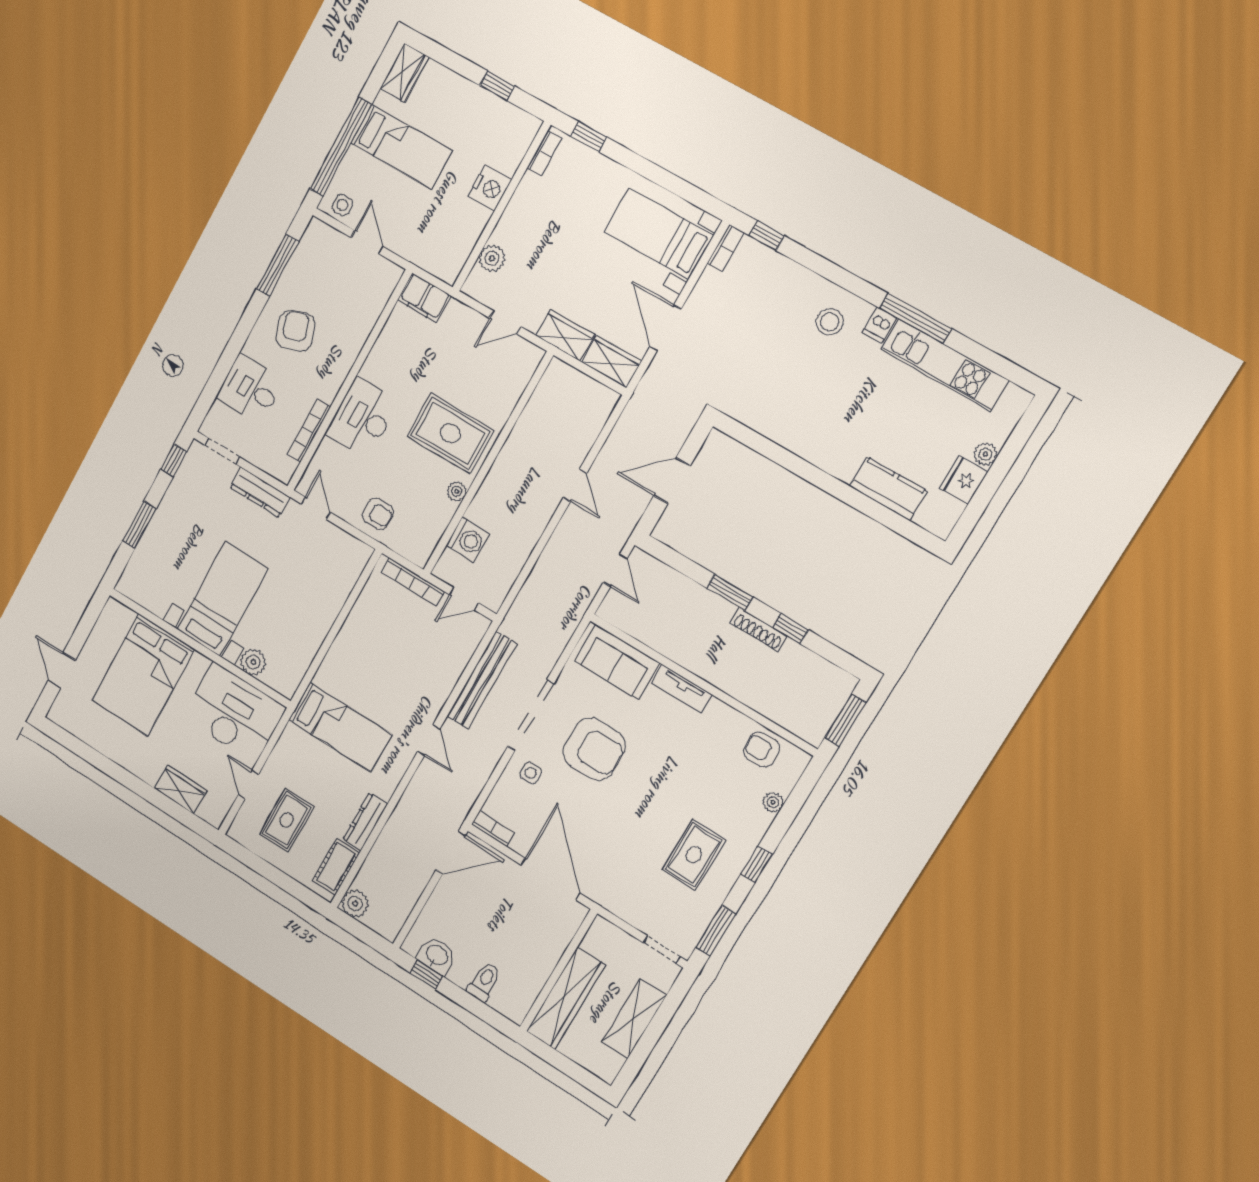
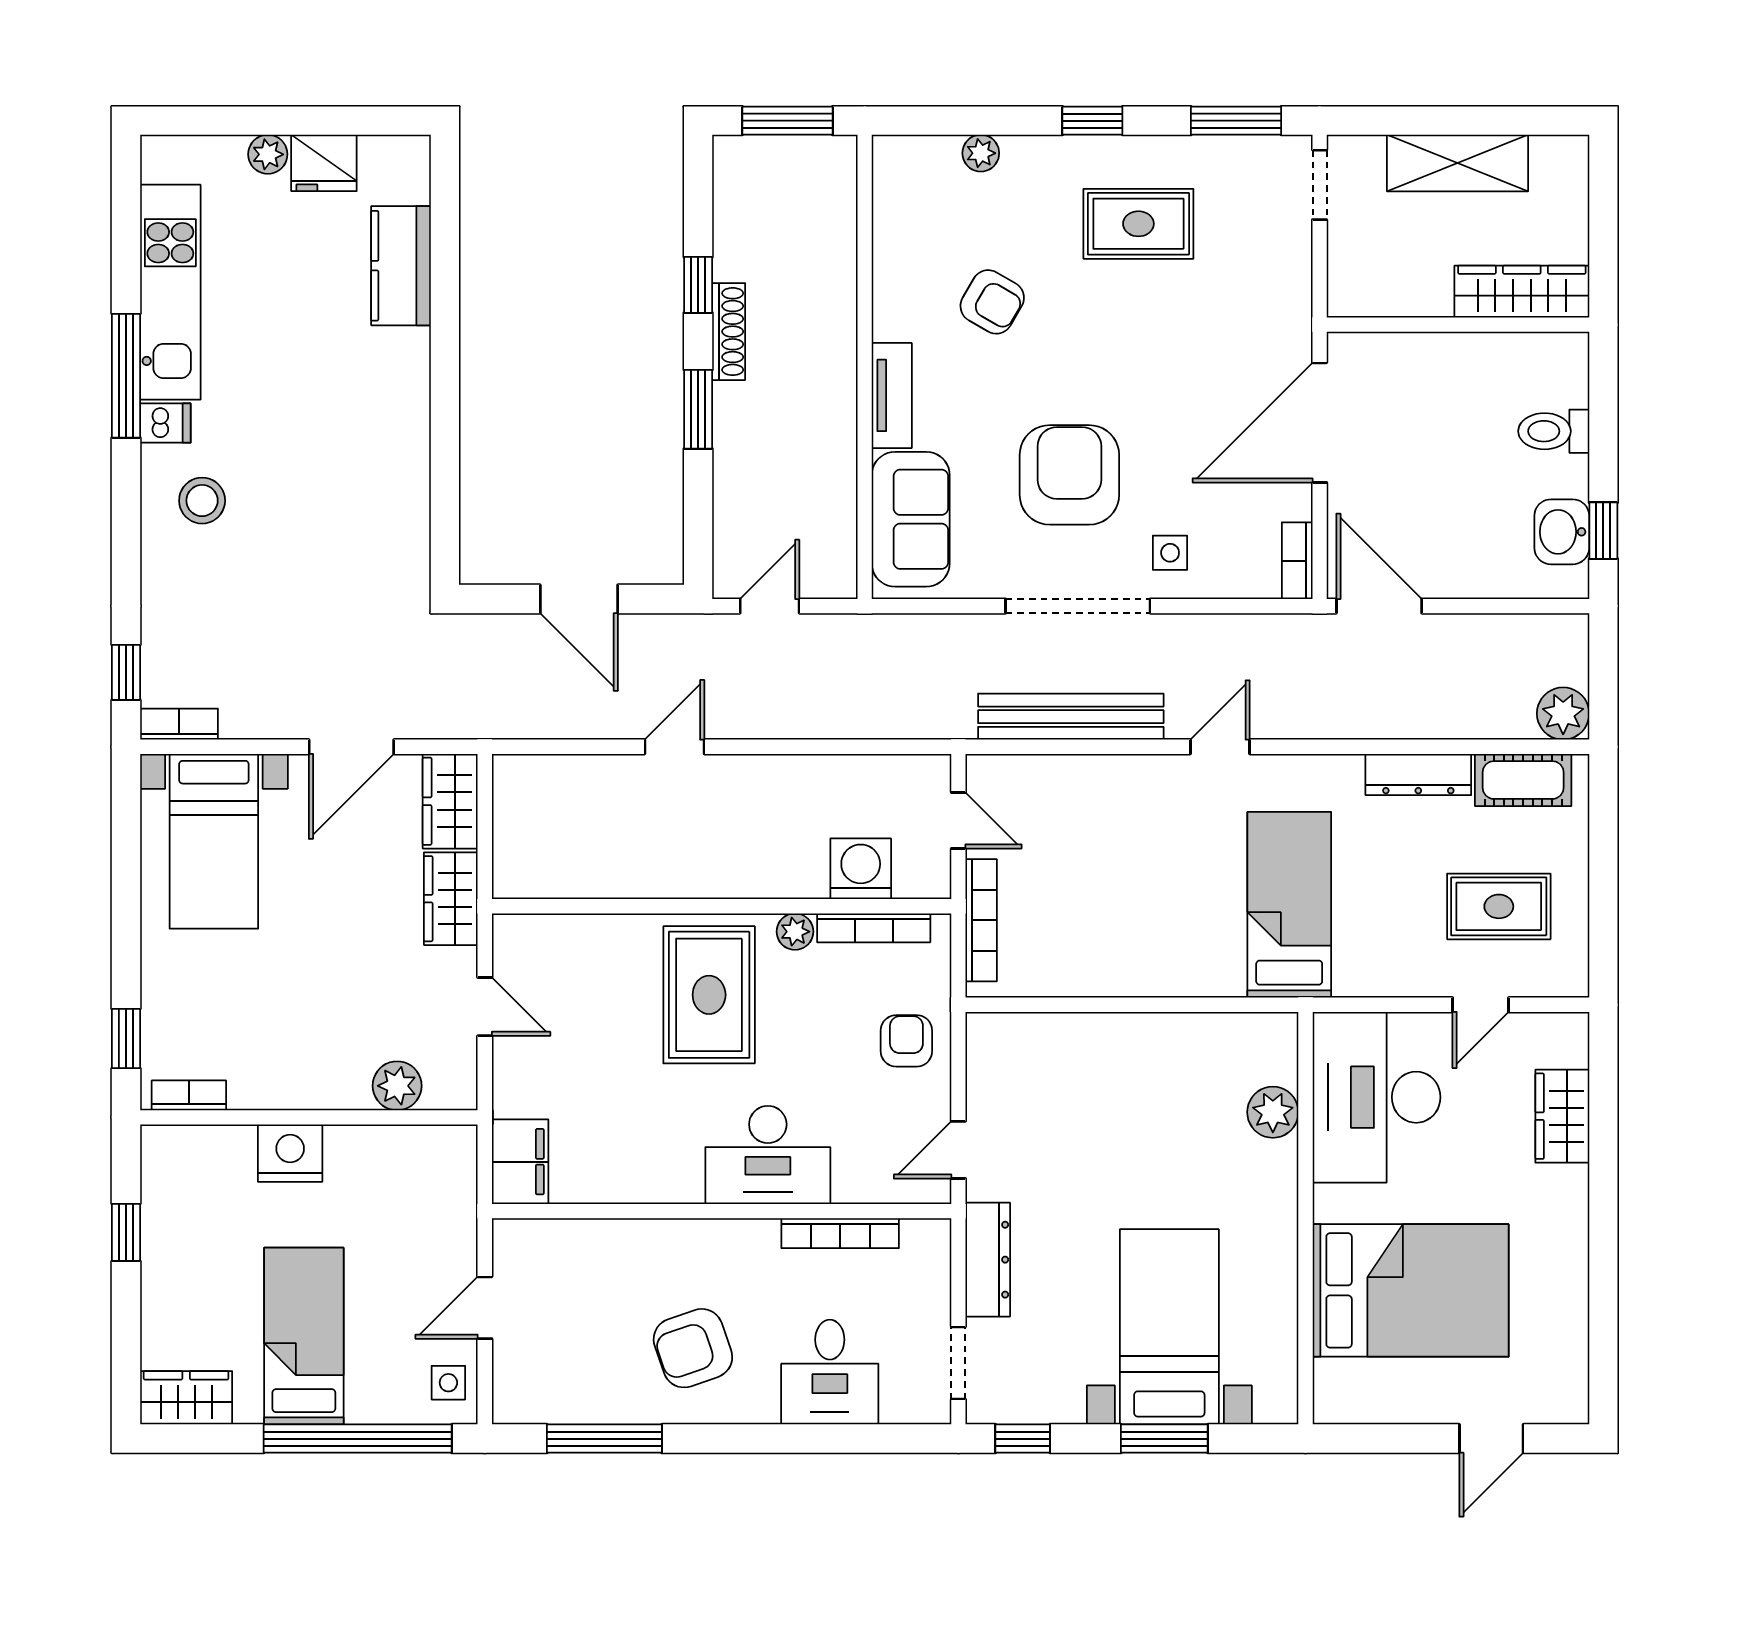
bookcase: (438, 529) -> (874, 928), added
bed with nightstands: (222, 599) -> (1169, 1327), moved, turned 90
armchair: (761, 750) -> (992, 302), moved, turned -60
wardrobe: (566, 998) -> (1522, 292), width x0.71, depth x0.85

